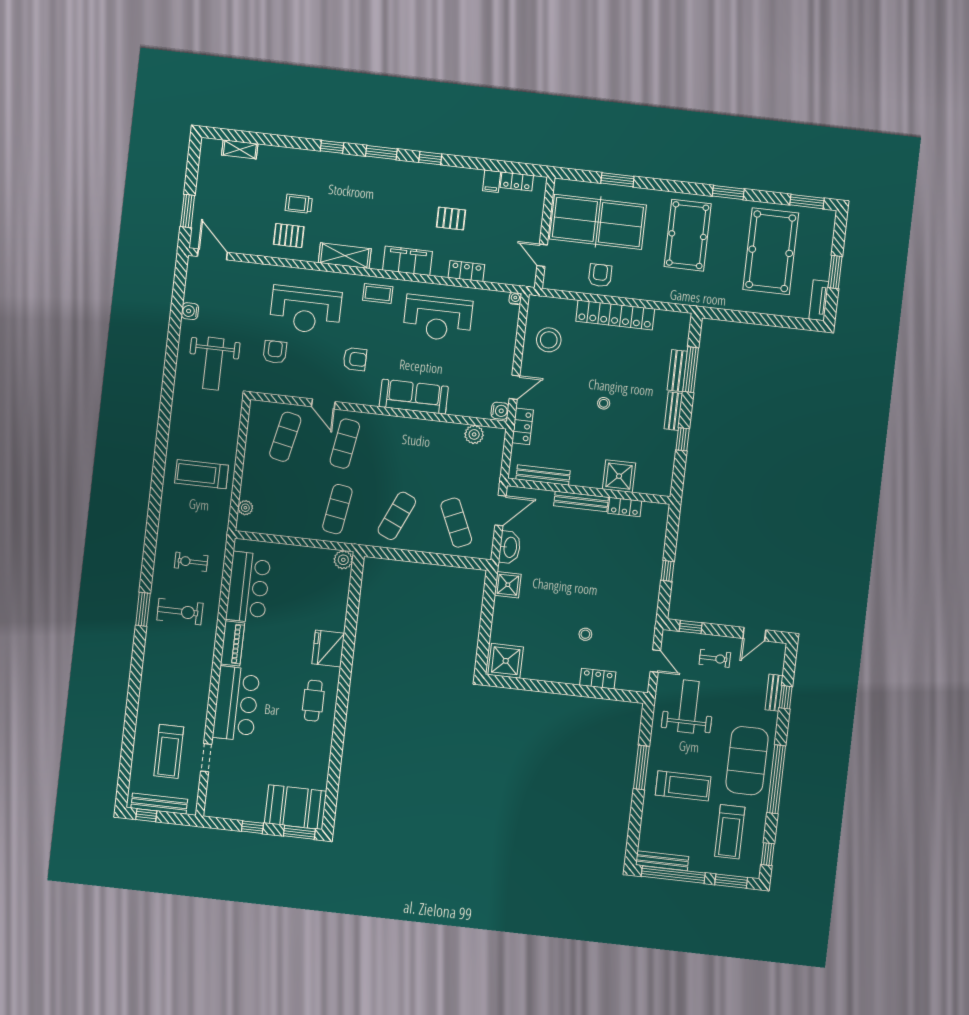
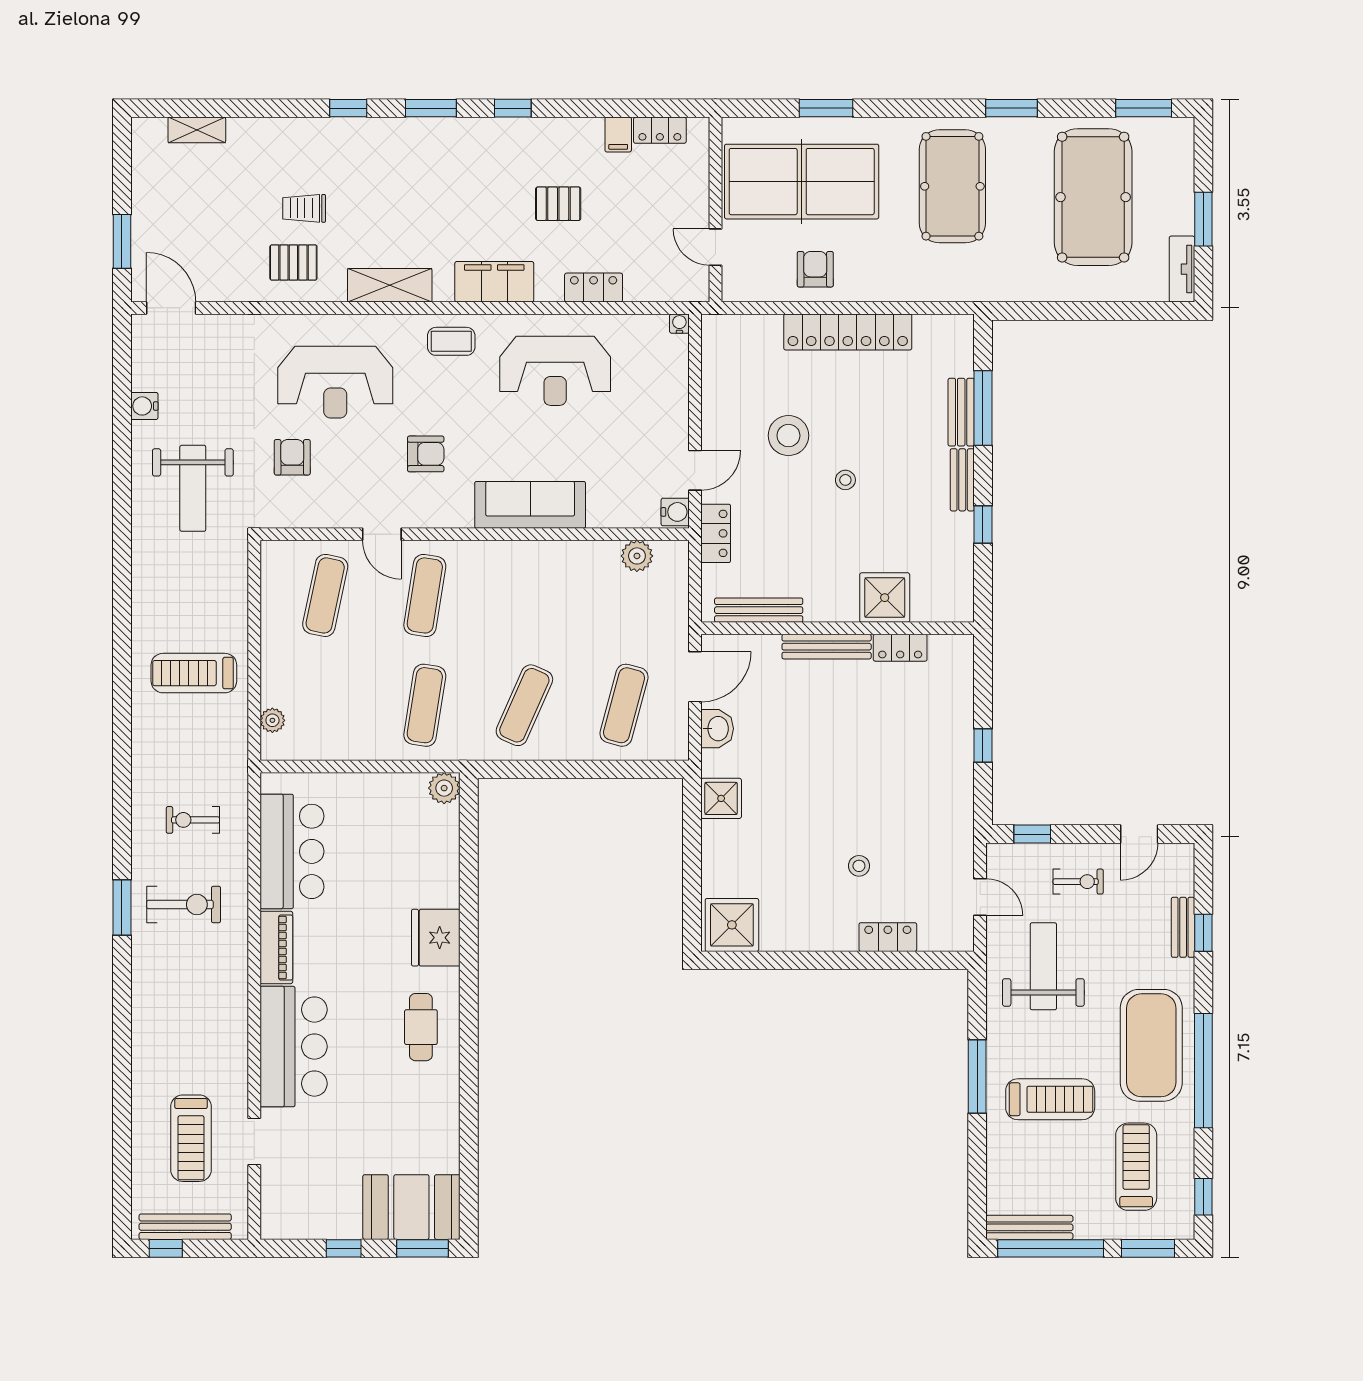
stool: (549, 340) -> (788, 436), moved
exercise mat: (456, 523) -> (624, 705), turned 39
washbasin: (510, 547) -> (717, 729), width x0.72
treadmill: (730, 832) -> (1136, 1167), turned 180

